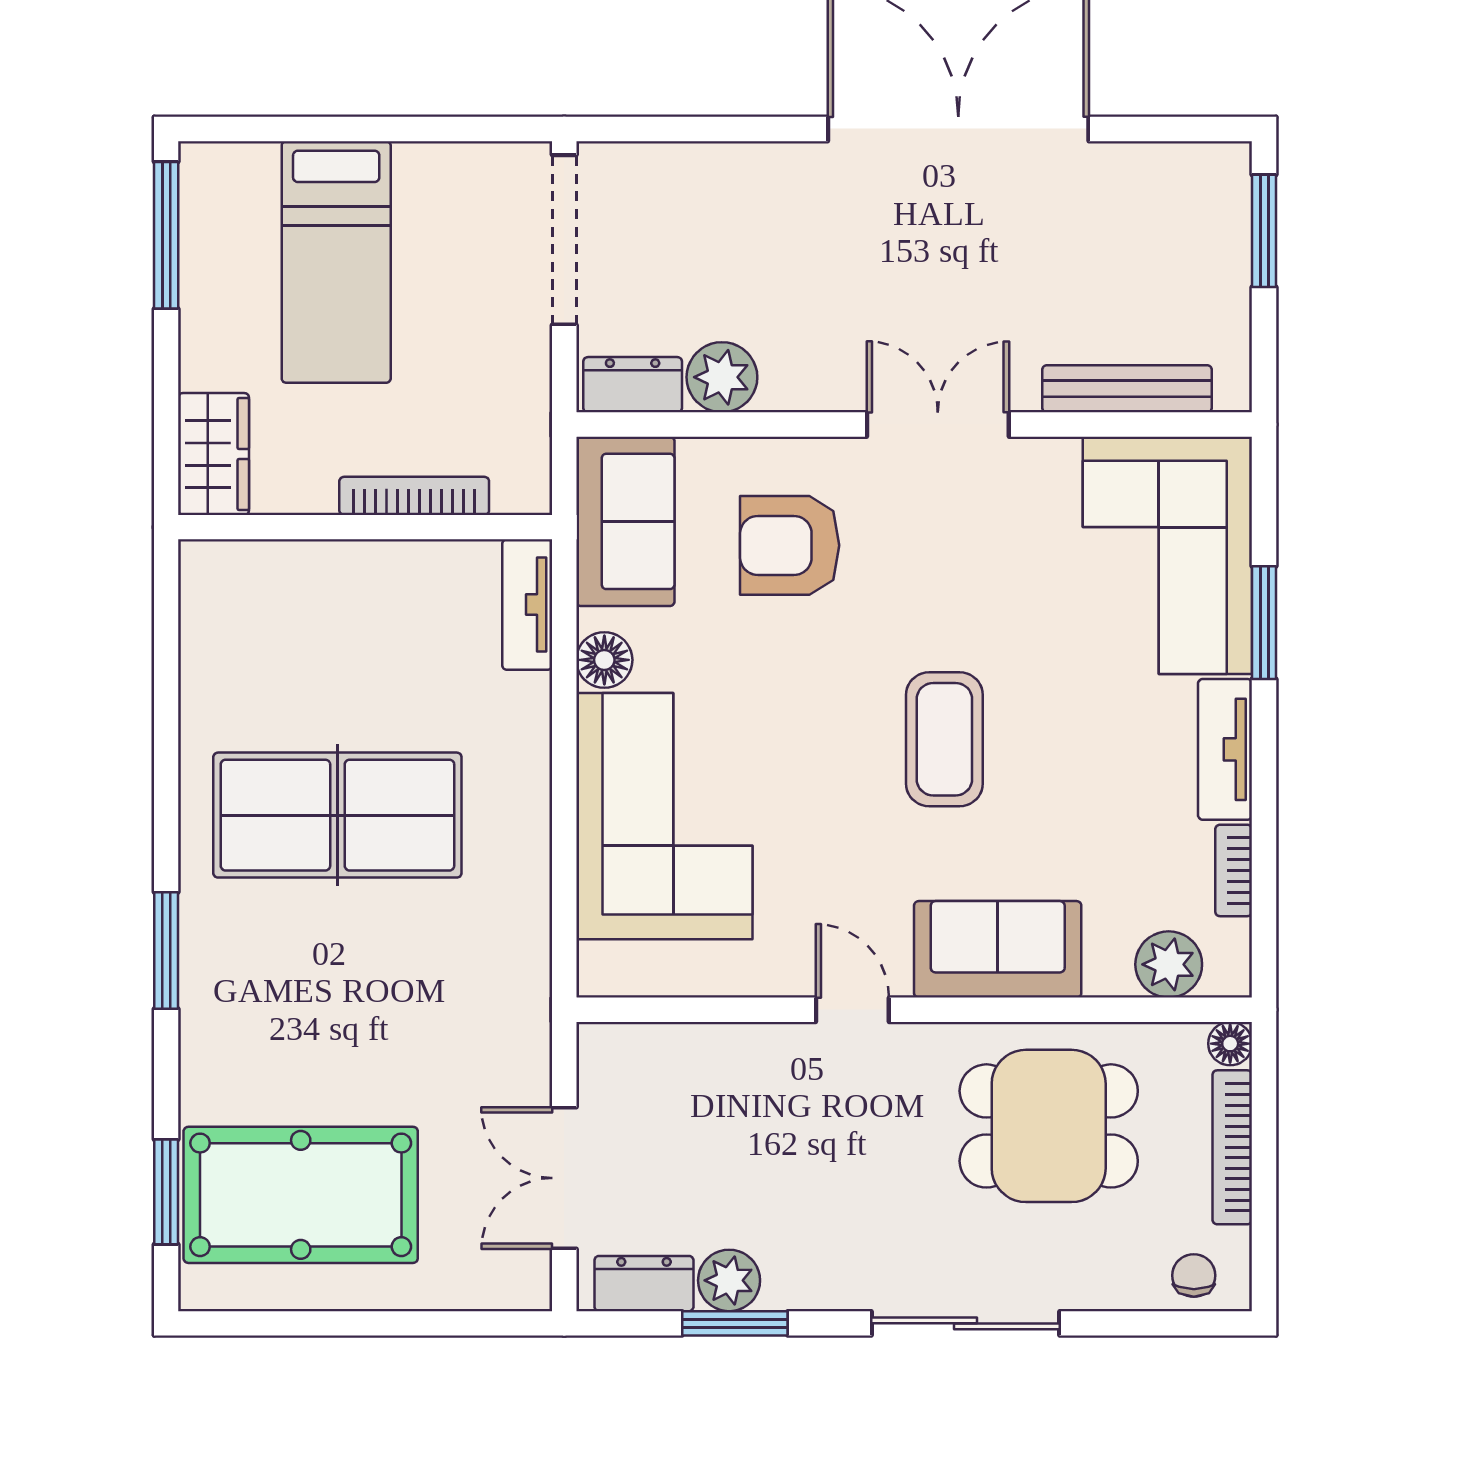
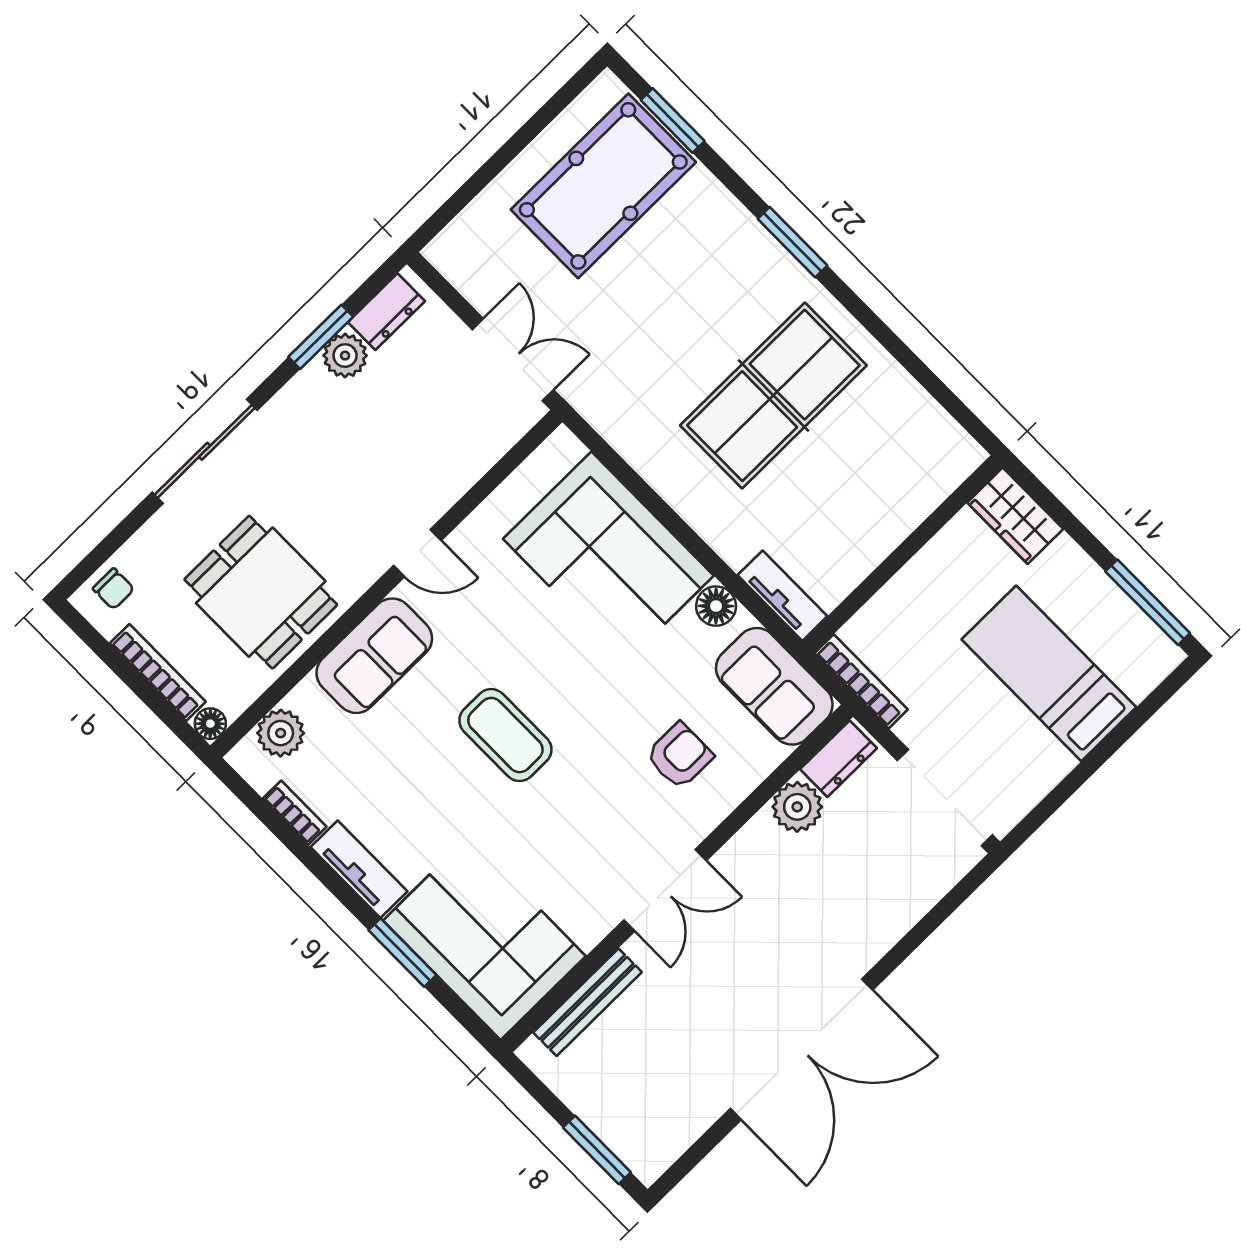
bookcase: (414, 496) -> (861, 681), moved, turned -90
armchair: (790, 545) -> (680, 756), width x0.72, depth x0.72
dining table: (1049, 1126) -> (261, 592), turned 90
double door: (564, 1178) -> (513, 360), moved

